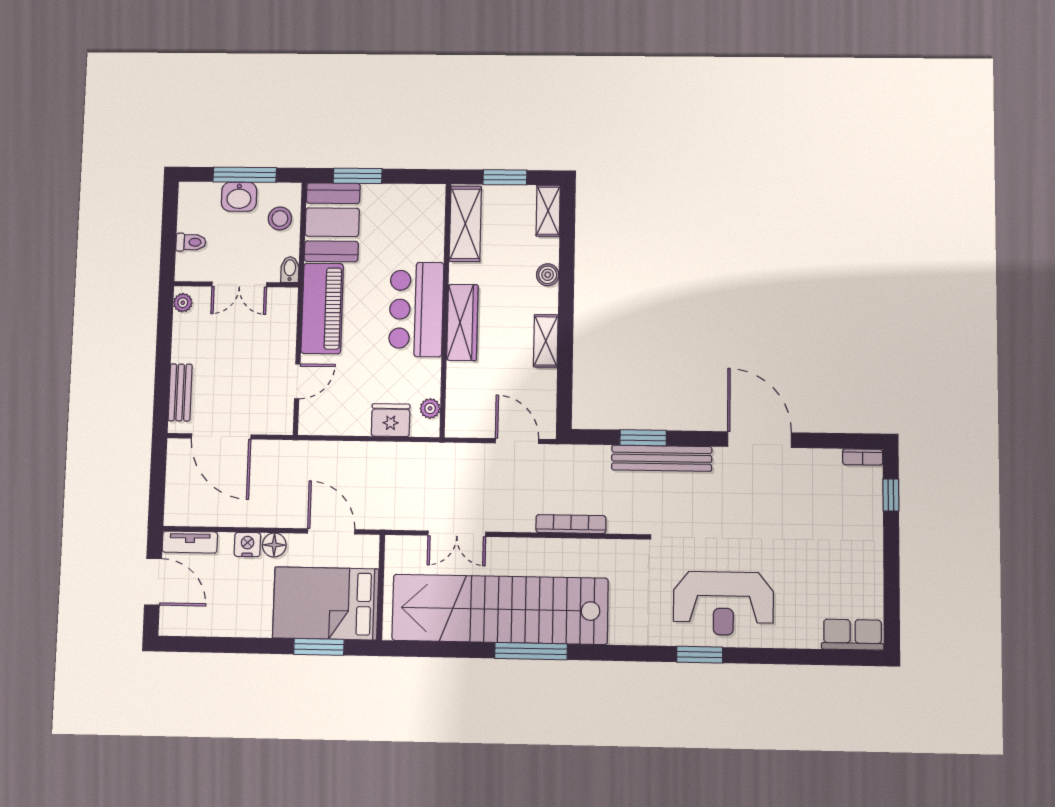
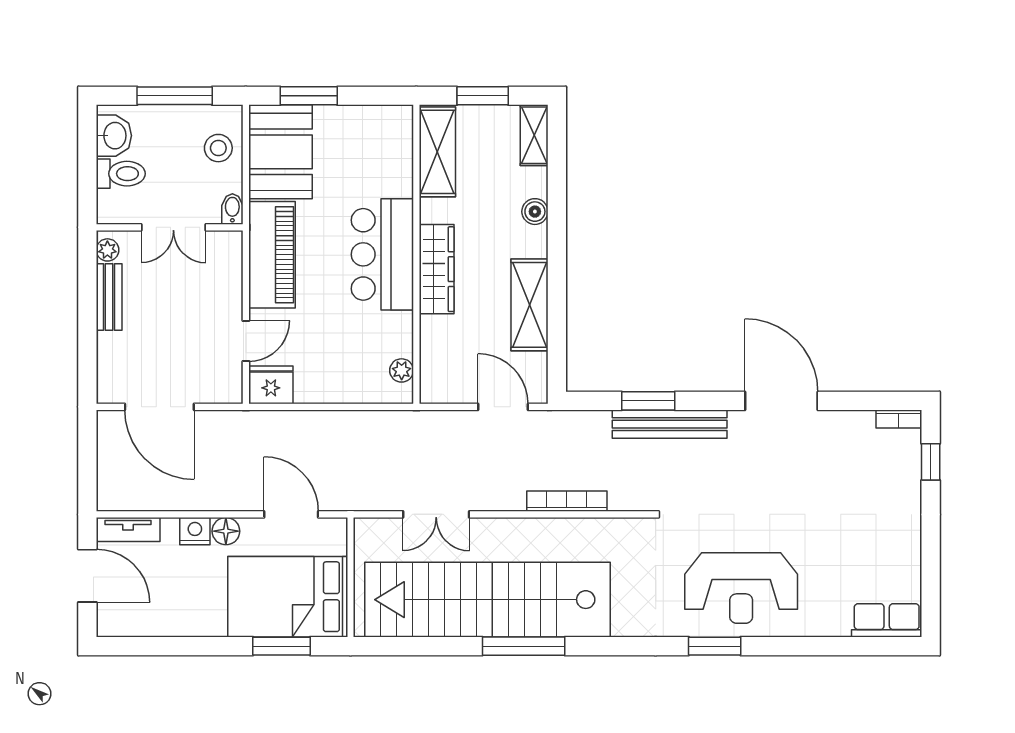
washbasin: (239, 197) -> (114, 136), moved, turned -90
toilet: (191, 242) -> (121, 174), width x1.37, depth x1.39
shelving: (546, 341) -> (529, 305), width x1.50, depth x1.33
bench: (180, 392) -> (109, 297), moved
fridge: (391, 420) -> (271, 385), moved

